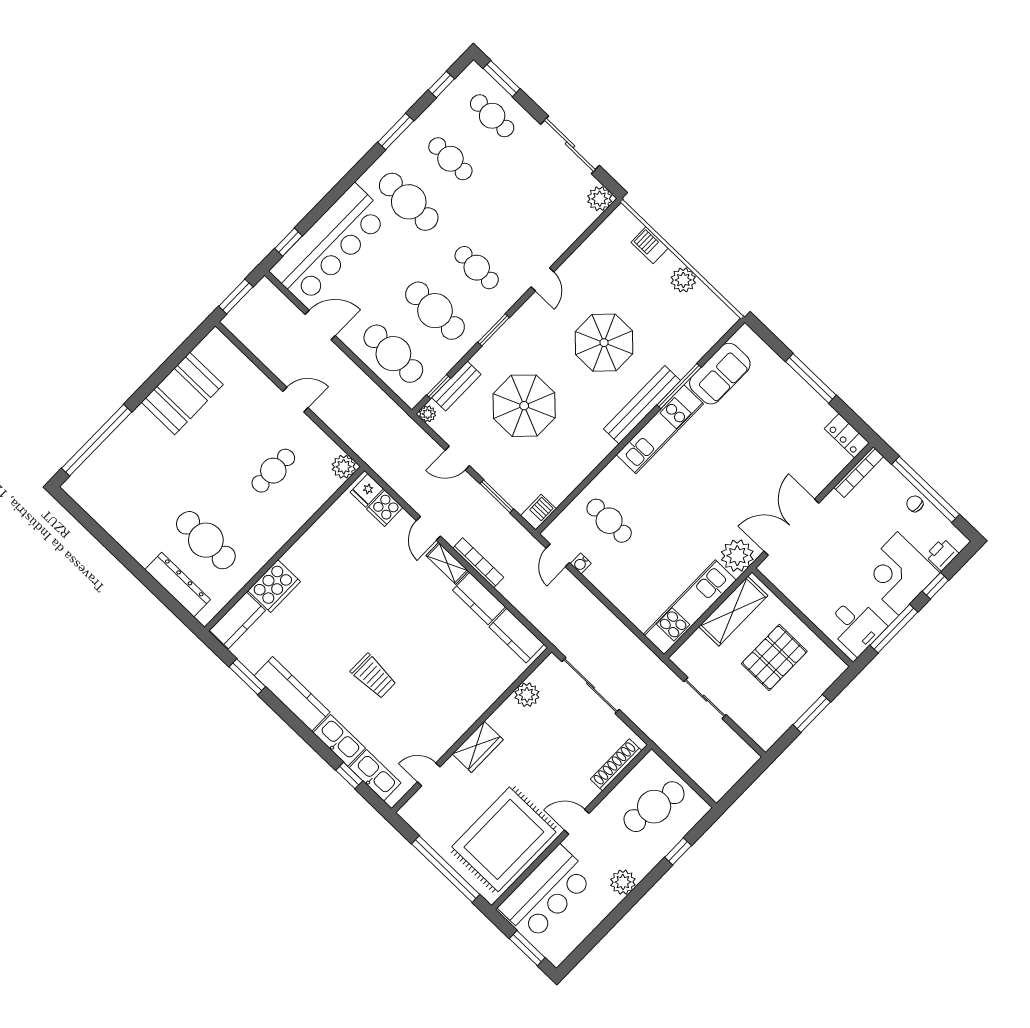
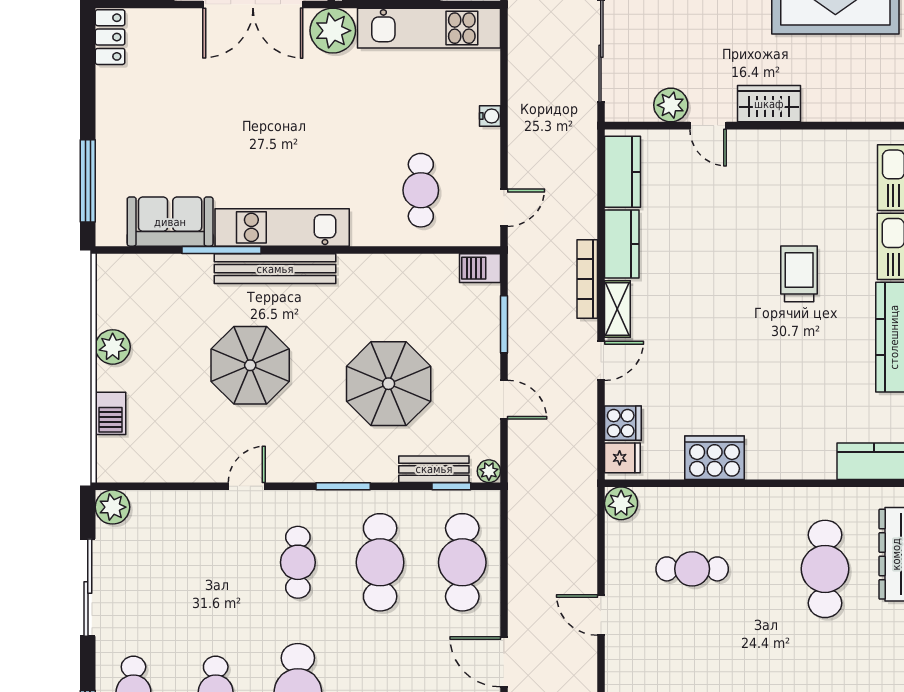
window: (811, 378) -> (88, 181), moved
water cooler: (581, 564) -> (490, 116), moved
cooker: (274, 586) -> (715, 458), moved
door: (429, 774) -> (708, 126), moved

